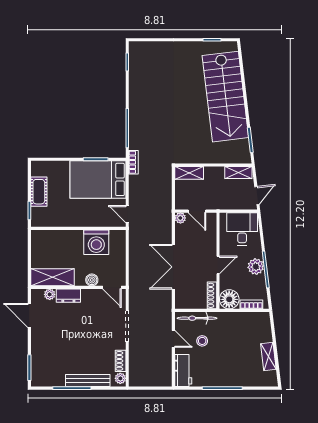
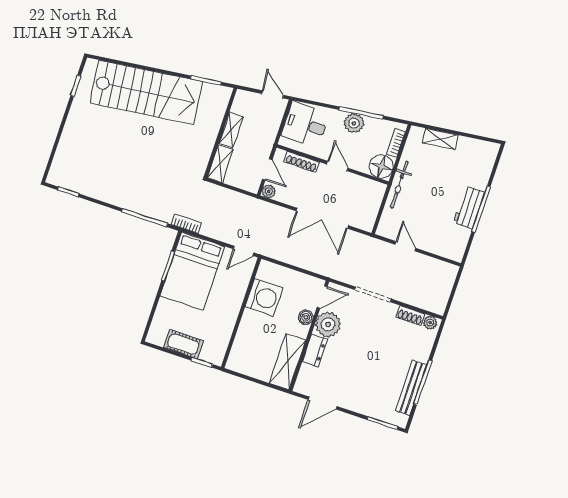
shelving: (238, 173) -> (231, 130), moved
door: (197, 211) -> (267, 169), hinge flipped
plant: (50, 294) -> (328, 324), moved, width x1.87, depth x1.87
shoe rack: (212, 295) -> (302, 162), moved
bicycle: (197, 318) -> (400, 184), moved
door: (173, 339) -> (405, 246), hinge flipped
stool: (202, 341) -> (419, 214), removed
shelving: (268, 357) -> (440, 139), moved
workbench: (183, 371) -> (469, 207), moved, turned -90
bench: (88, 381) -> (411, 388), moved

